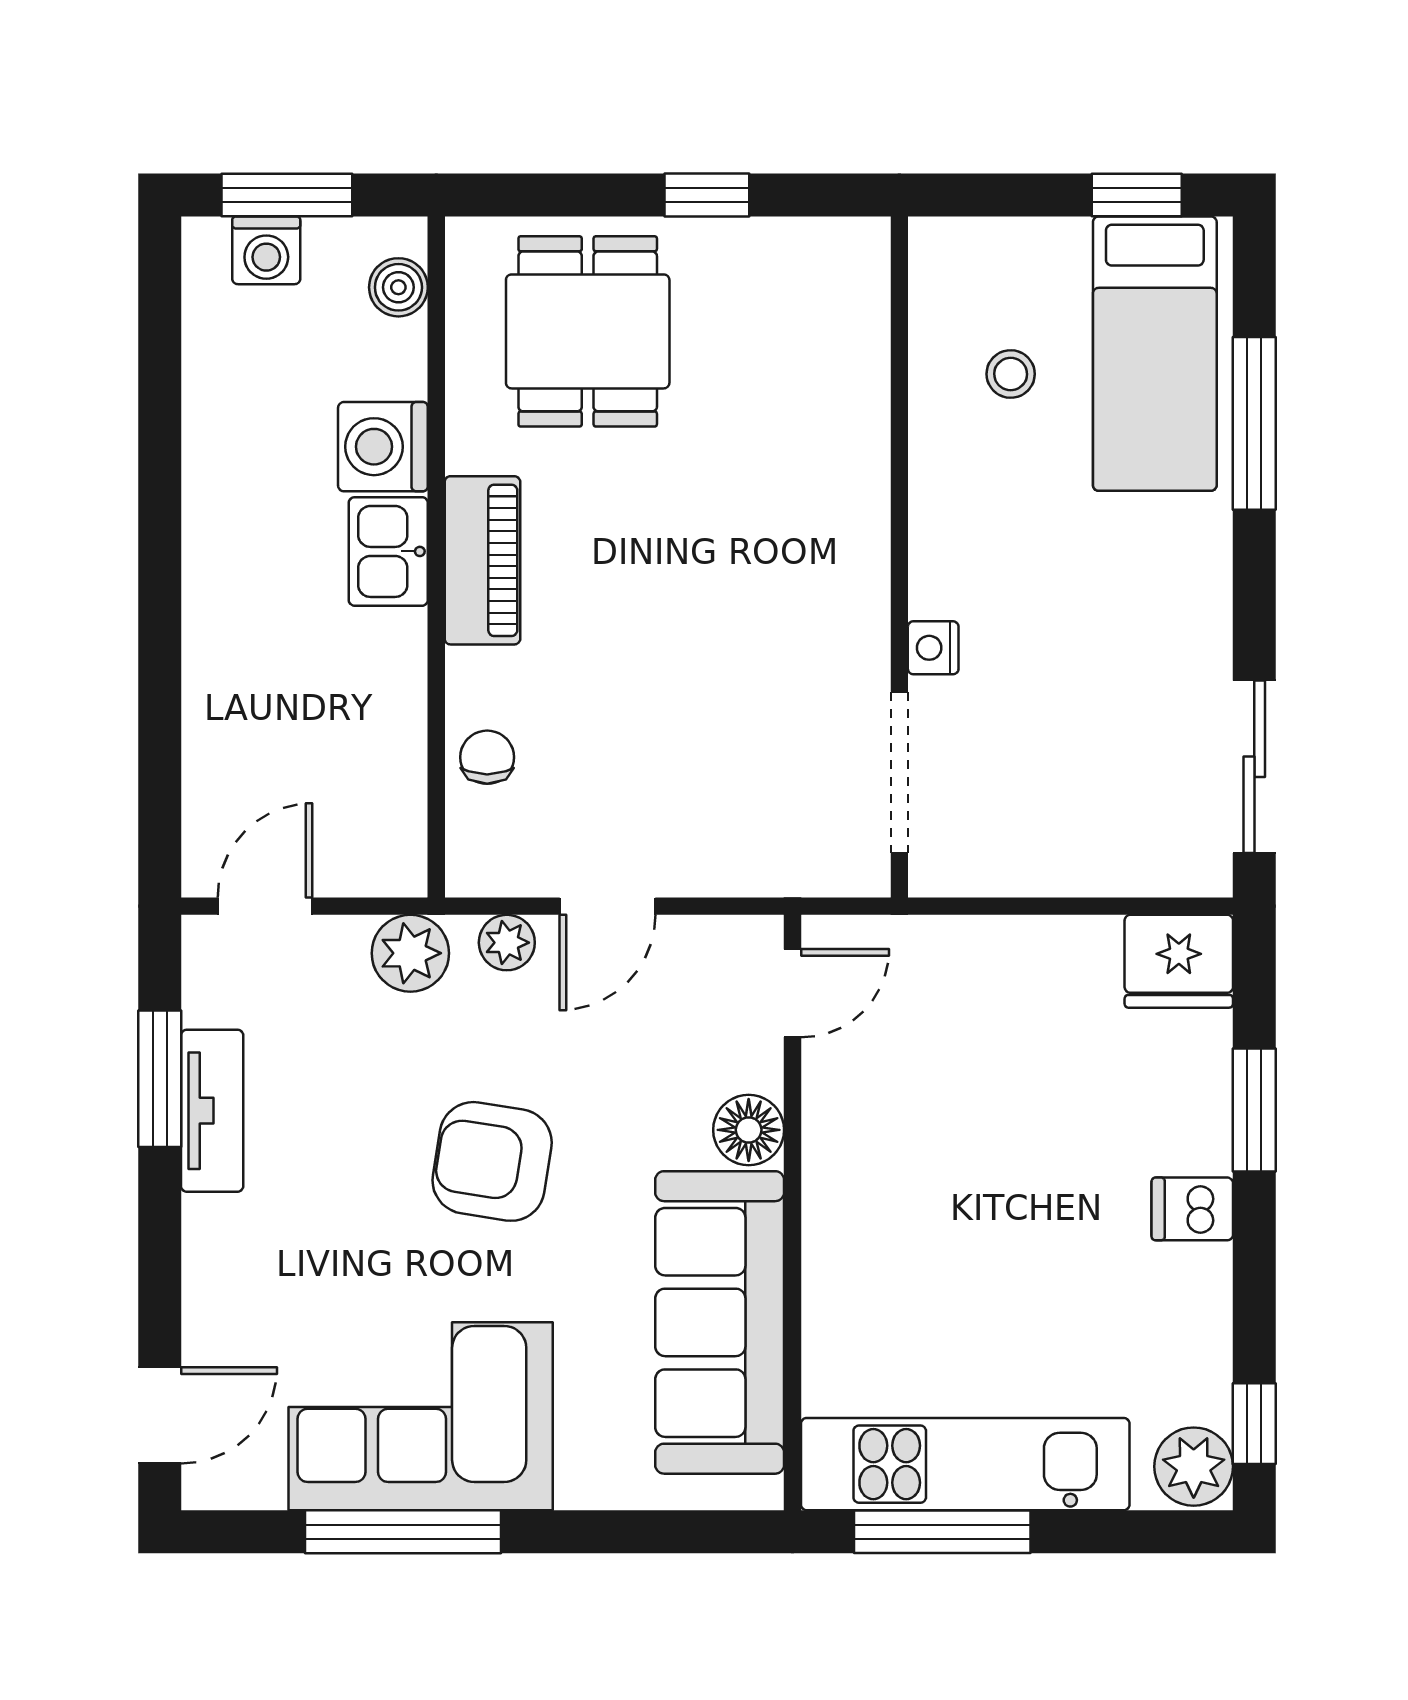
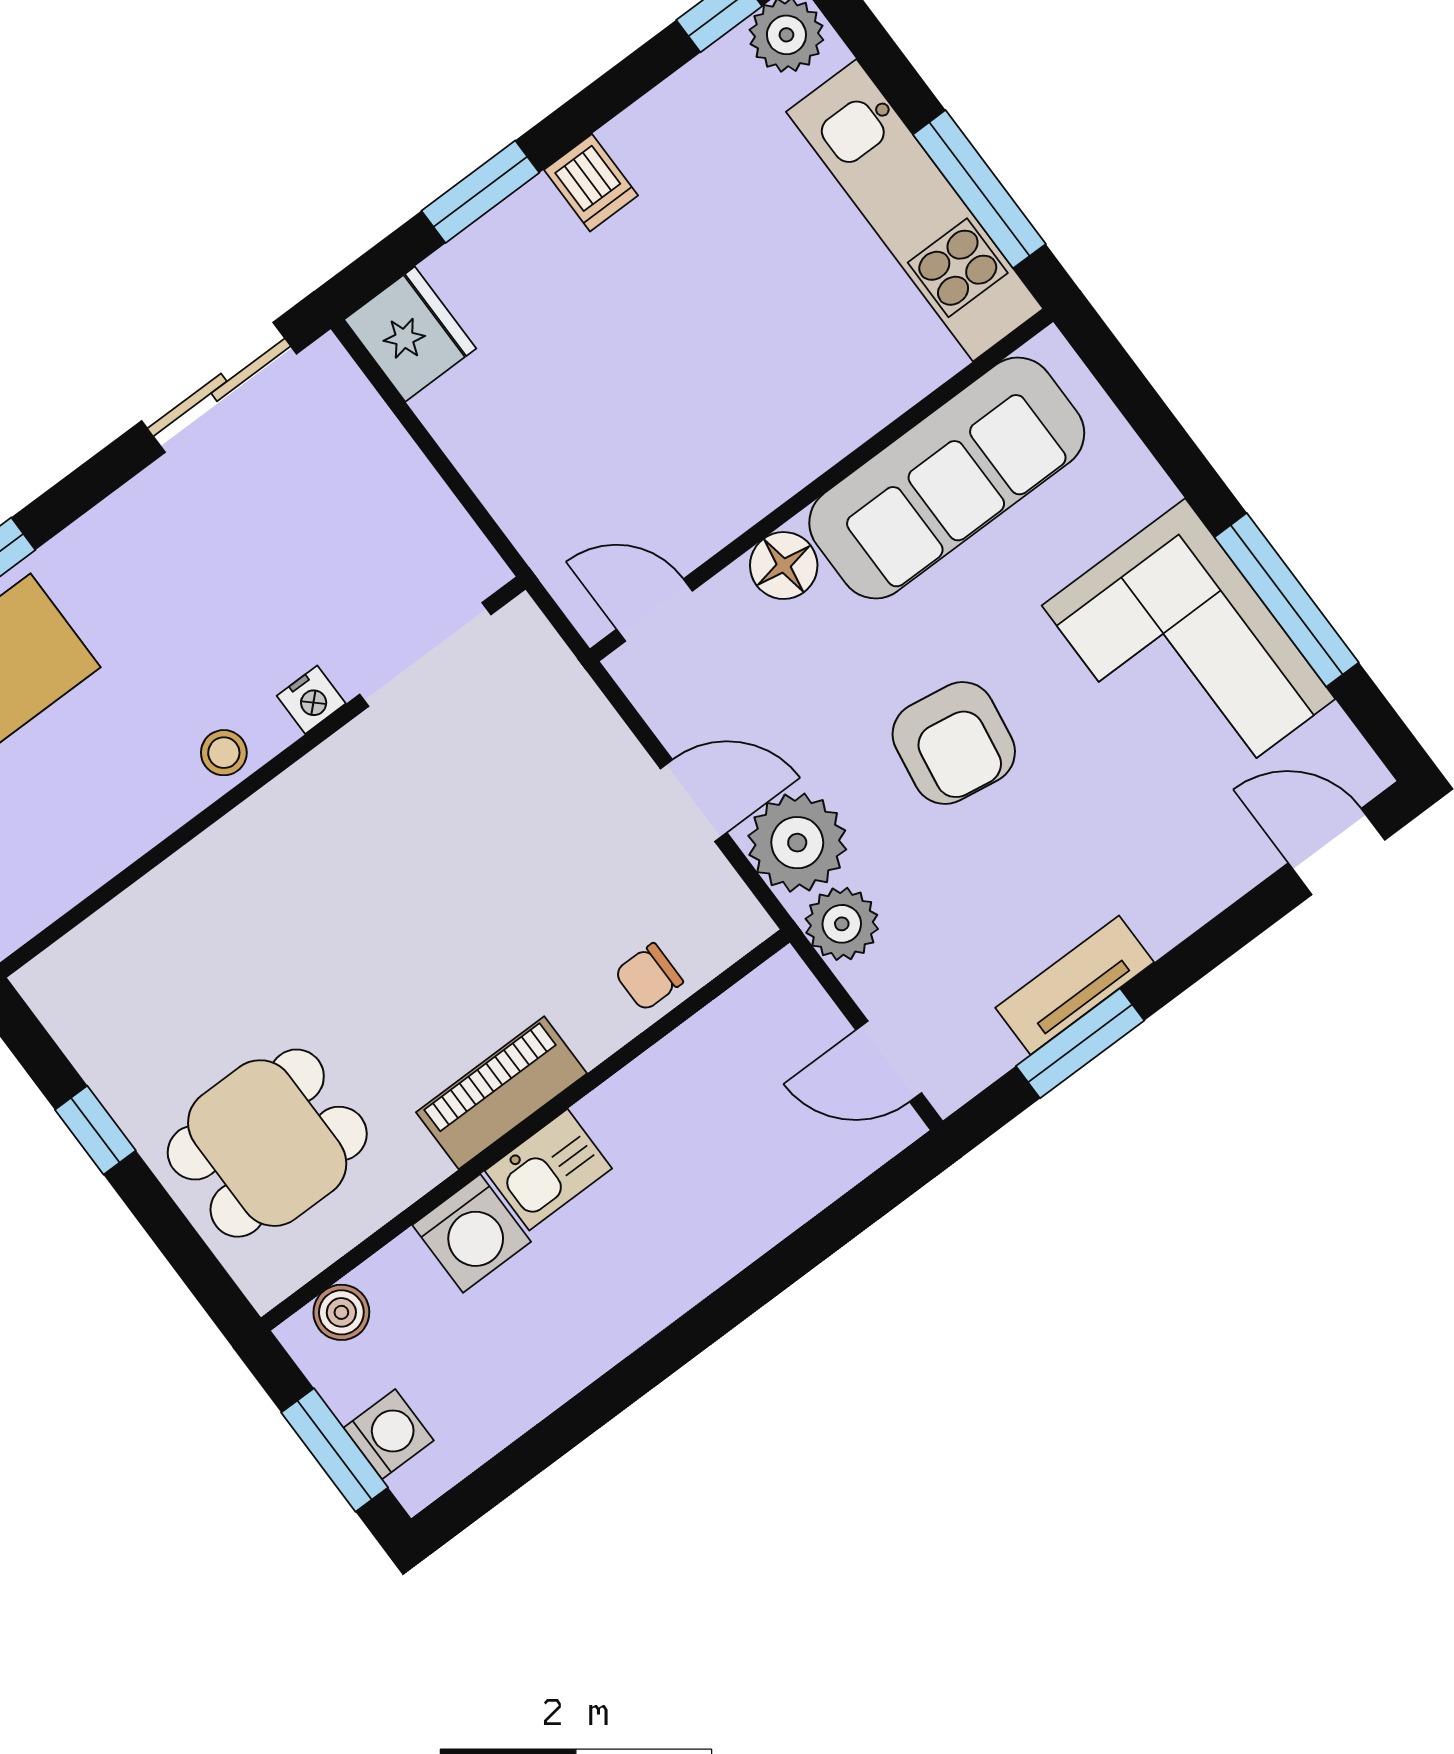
stool: (1011, 374) -> (224, 753), moved
plant: (507, 943) -> (797, 843), width x1.88, depth x1.88

